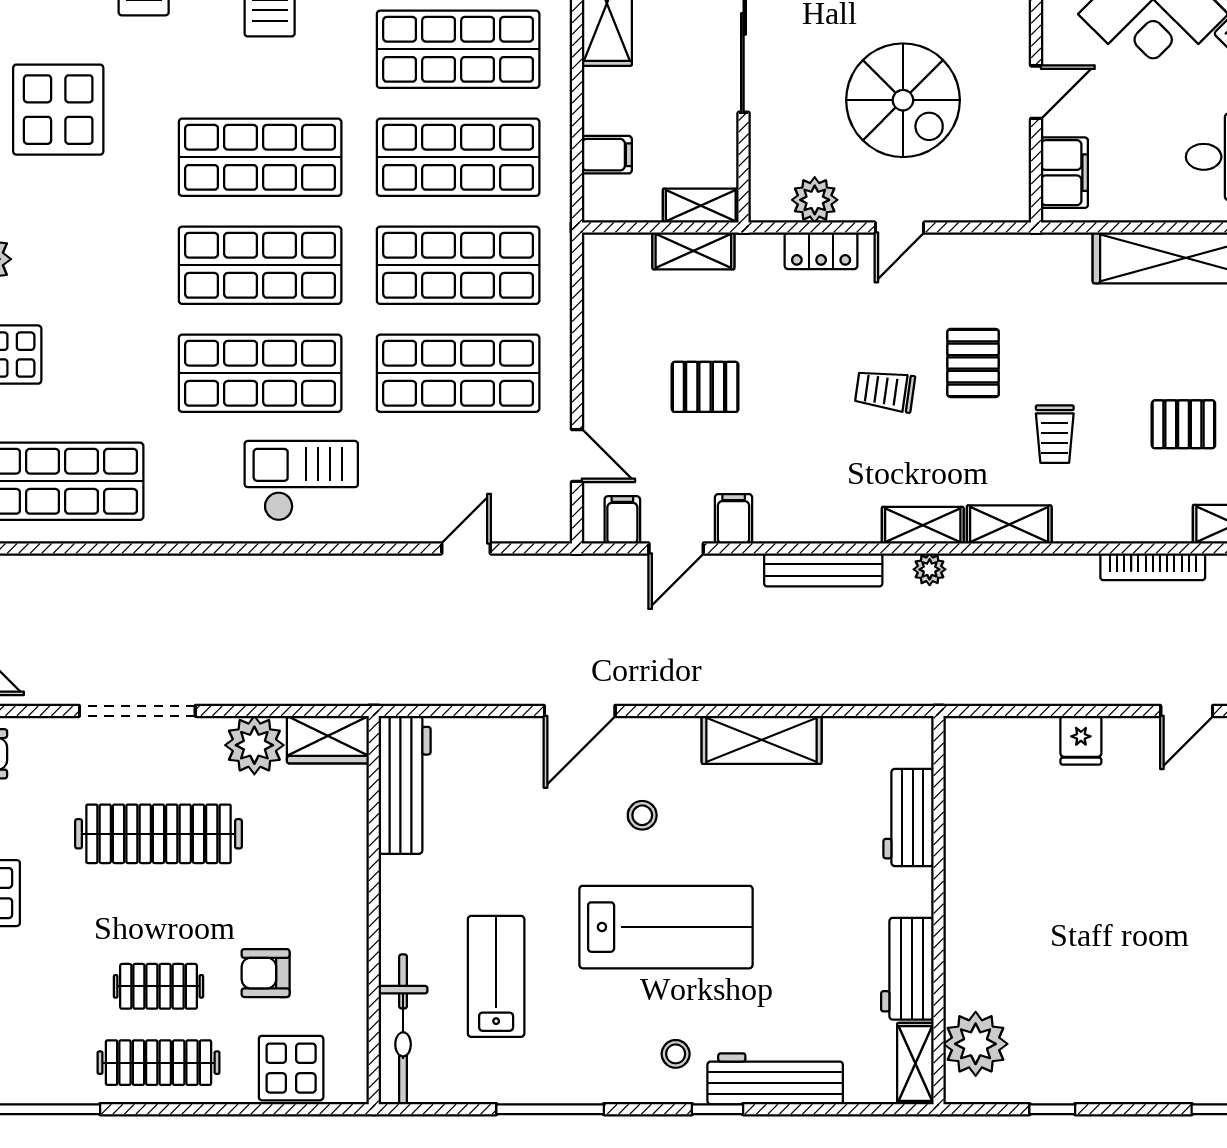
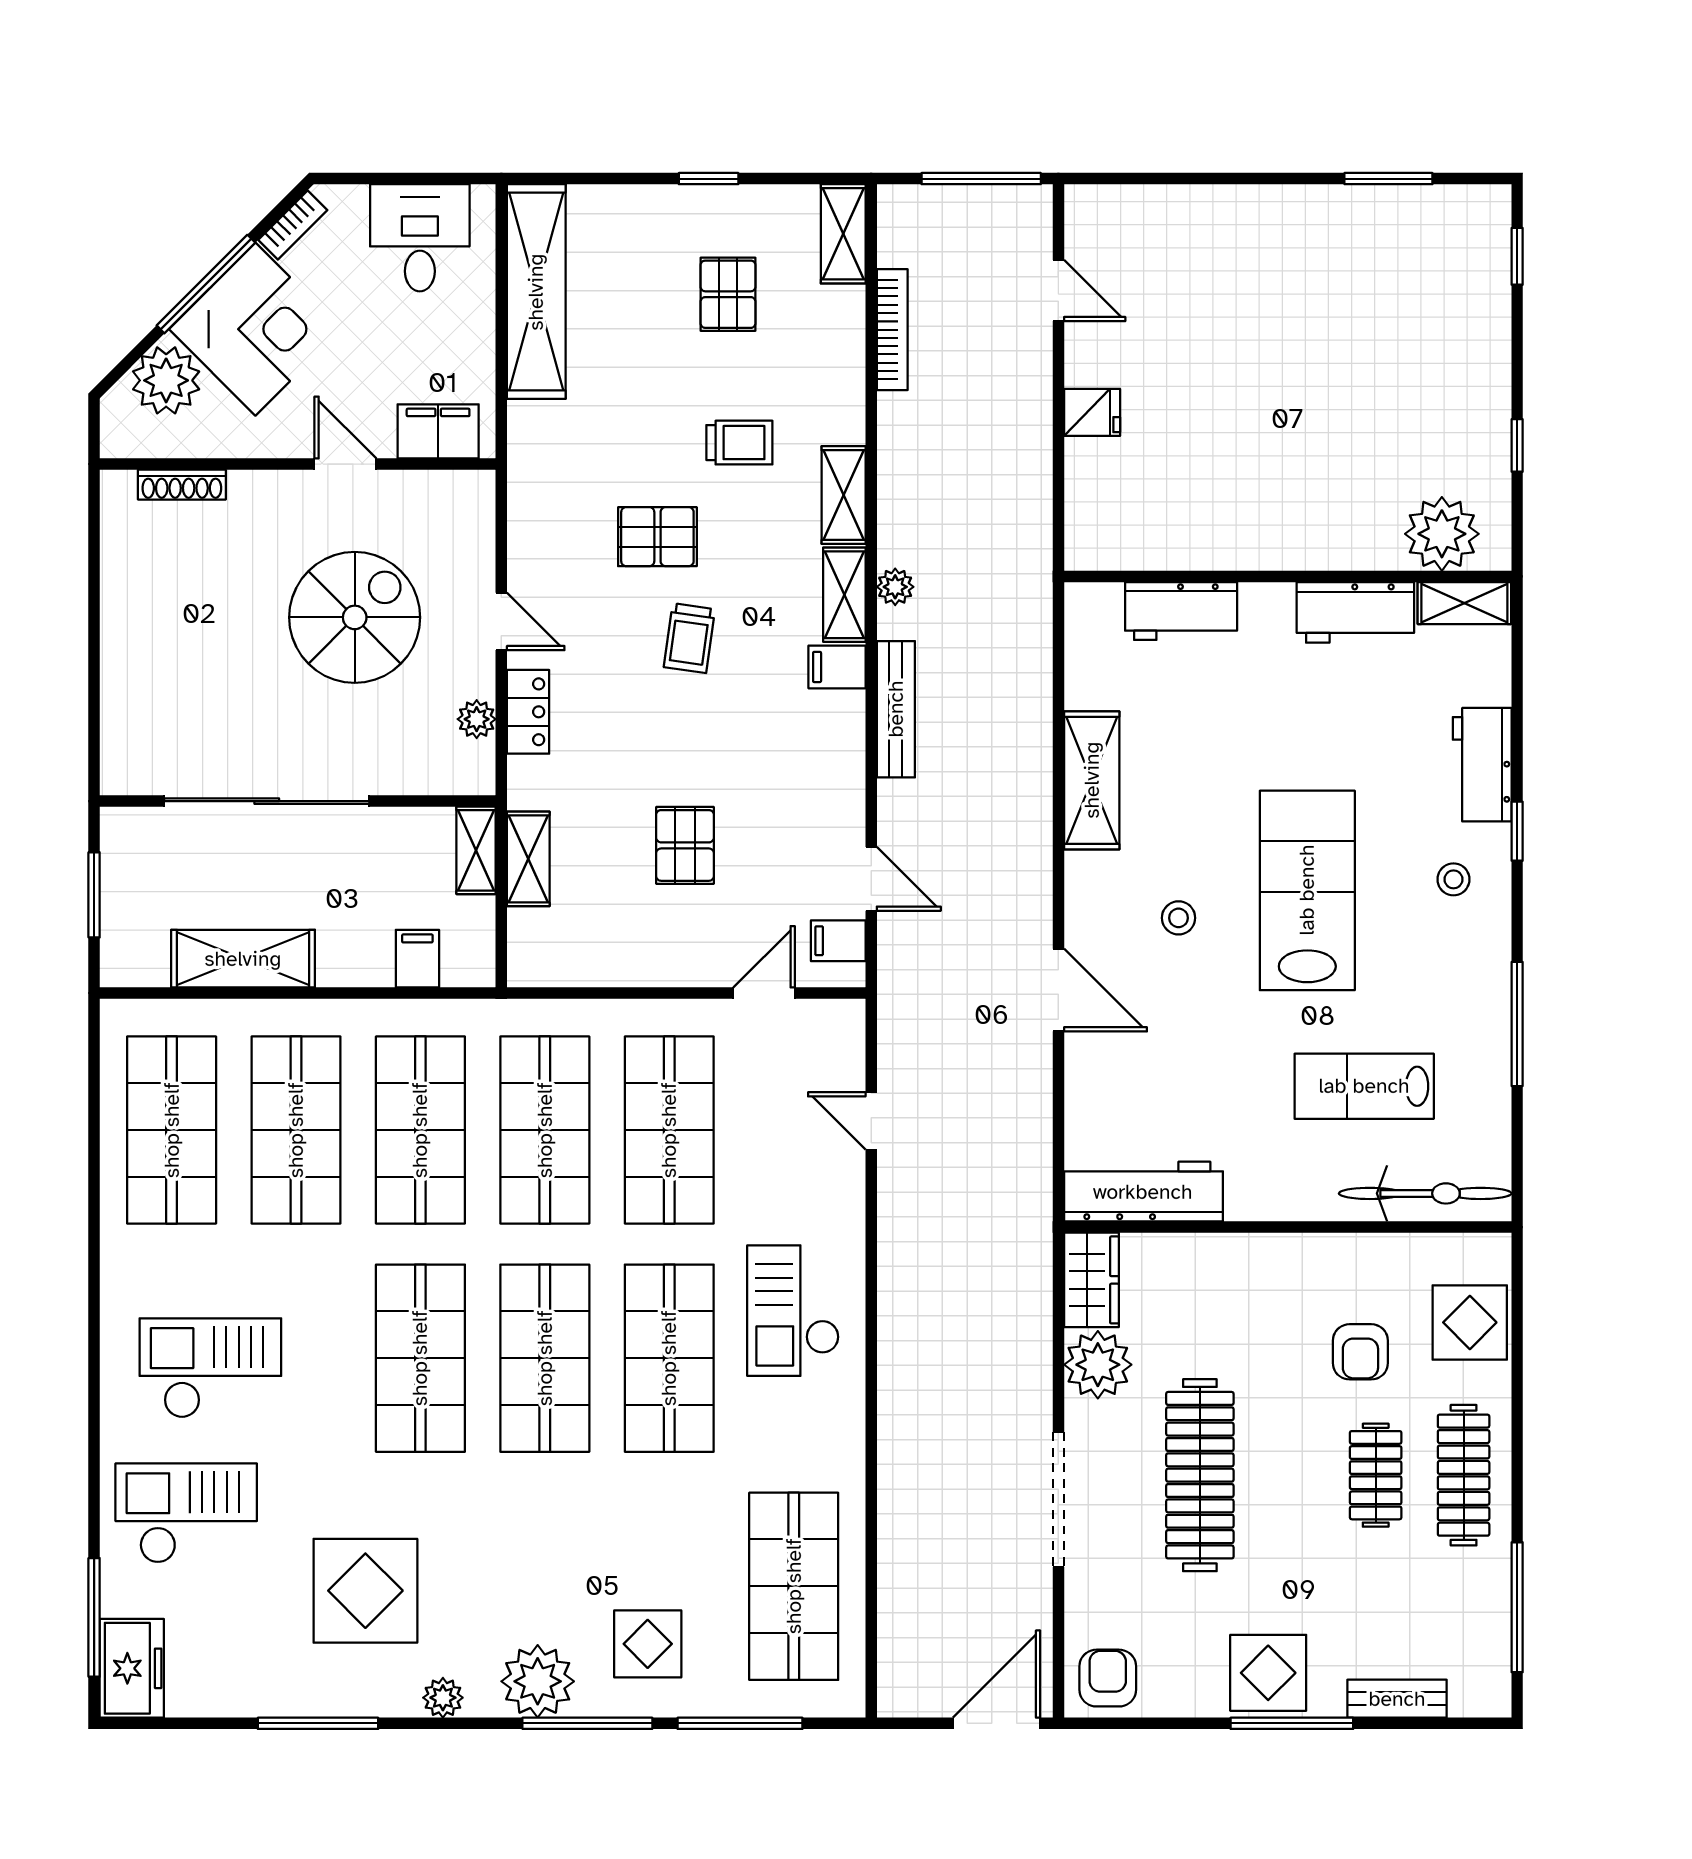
plant: (815, 200) -> (477, 719), width x0.73, depth x0.73
filing cabinet: (734, 519) -> (837, 667), moved
workbench: (775, 1079) -> (1482, 765), width x0.73

